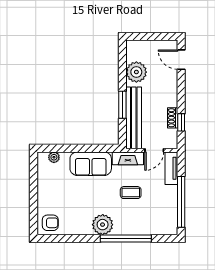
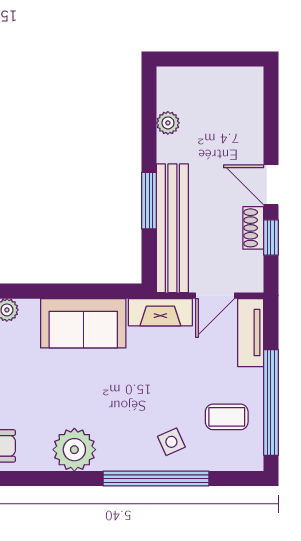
door: (181, 60) -> (271, 185), moved
plant: (136, 72) -> (168, 123), width x0.53, depth x0.53
coffee table: (131, 193) -> (227, 417), moved
side table: (133, 221) -> (171, 442), added
plant: (103, 225) -> (74, 450), moved

